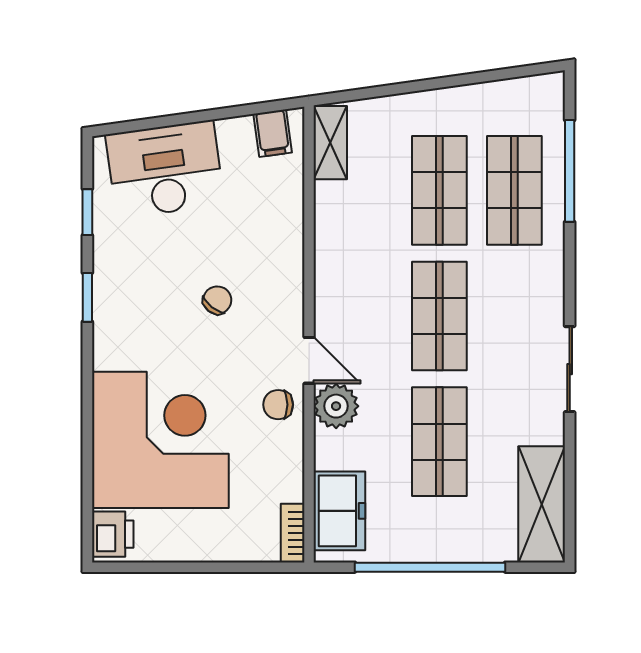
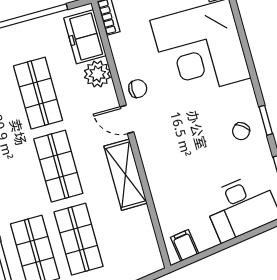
shelving: (330, 143) -> (126, 175), moved, width x1.50, depth x1.33
chair: (217, 300) -> (241, 131), moved
plant: (336, 406) -> (97, 74), moved

